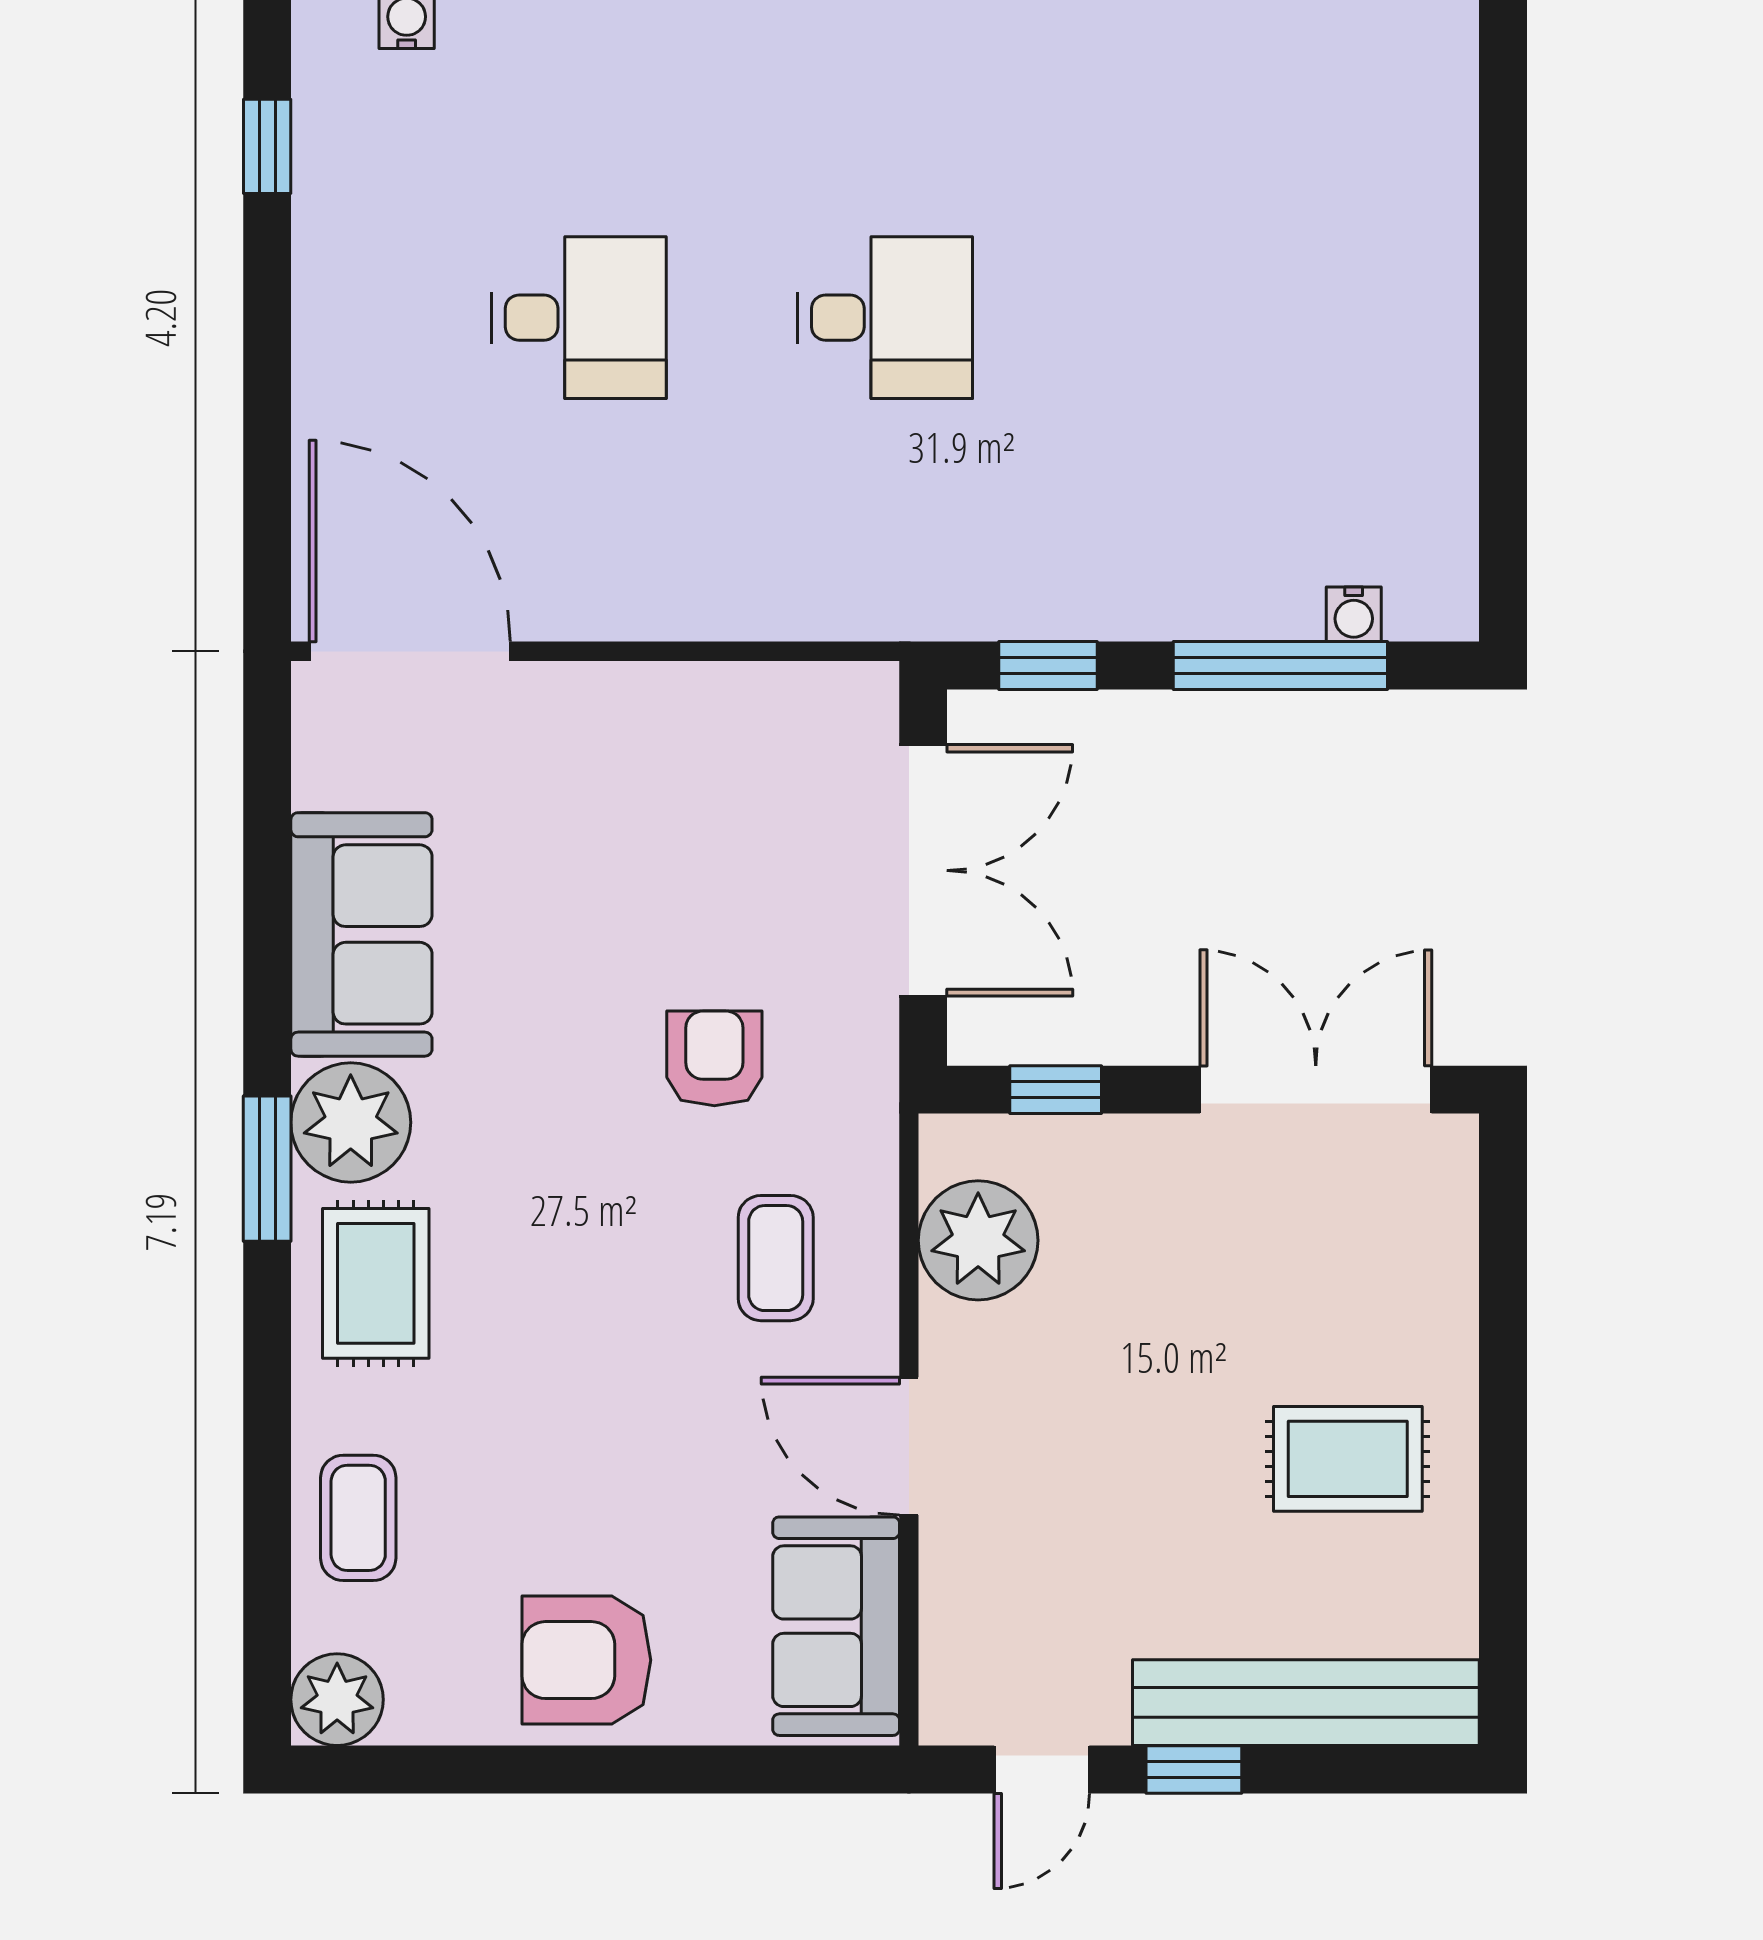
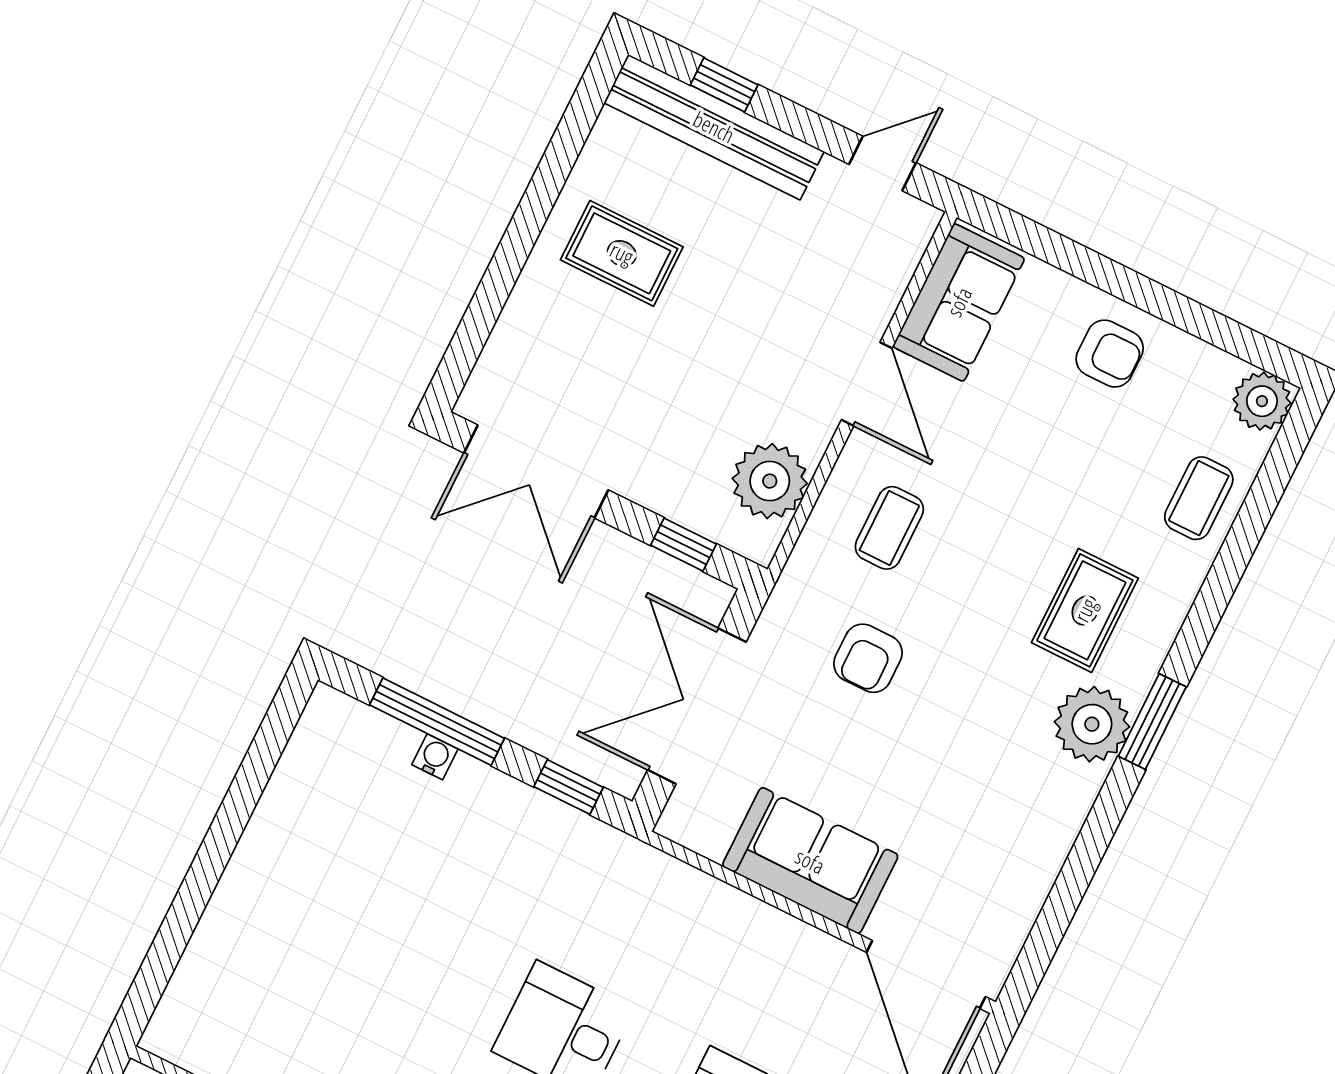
water cooler: (1354, 614) -> (435, 757), moved
sofa: (361, 934) -> (810, 861), moved, turned 90
rug: (376, 1283) -> (1085, 610), moved
armchair: (586, 1660) -> (1110, 354), width x0.72, depth x0.72
window: (1194, 1770) -> (724, 85), moved

